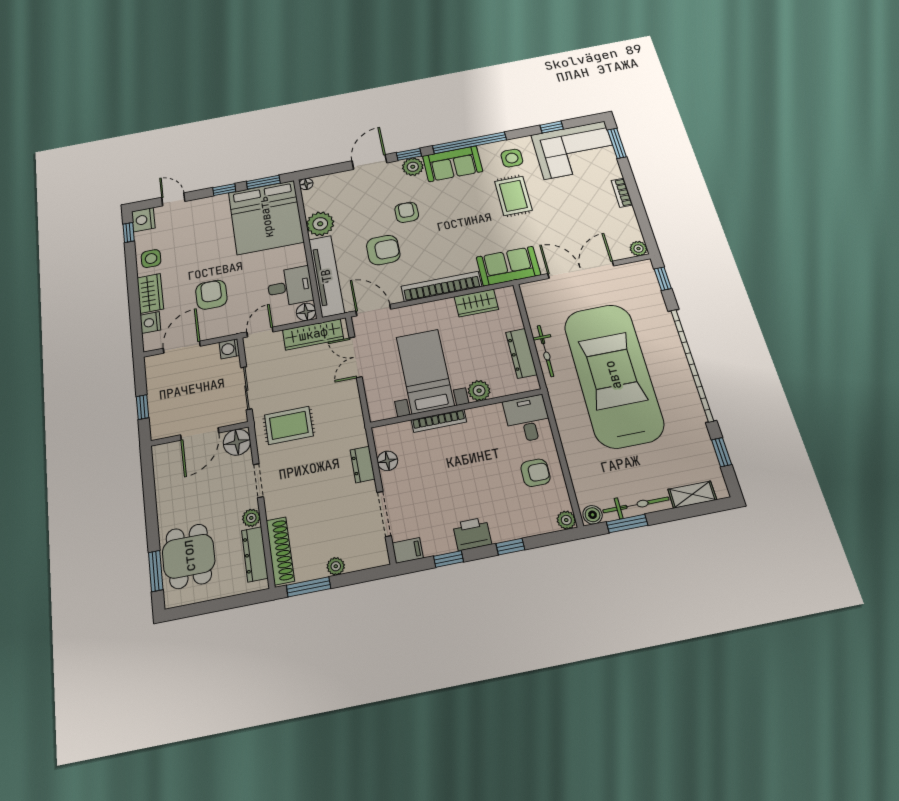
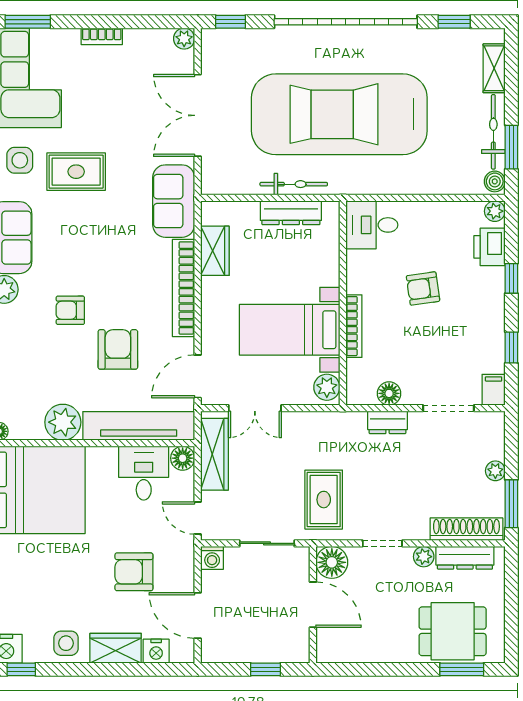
plant: (479, 391) -> (327, 387), moved
armchair: (535, 473) -> (423, 288), moved, turned -98
printer: (472, 534) -> (490, 247), moved

